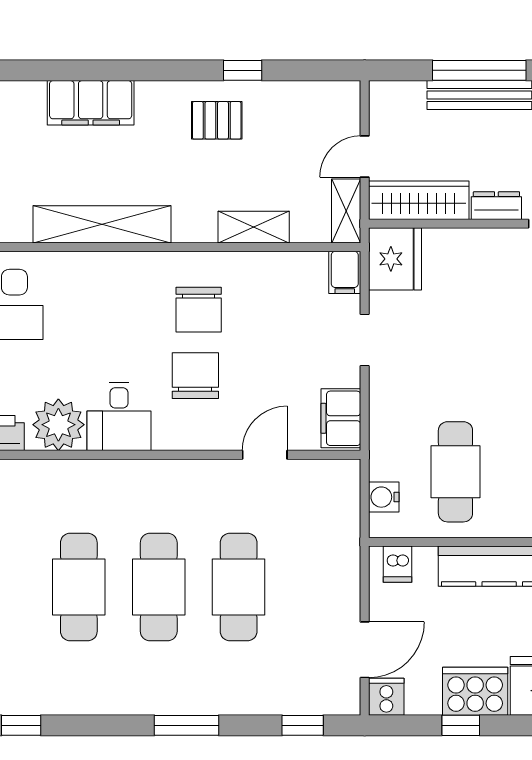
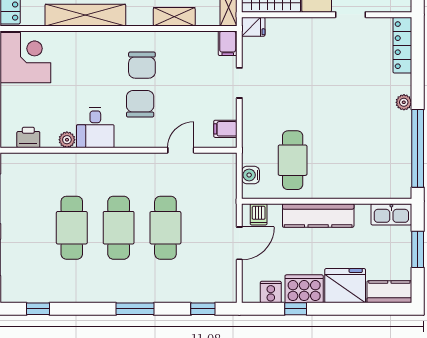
fridge: (395, 259) -> (253, 27), width x0.53, depth x0.75
filing cabinet: (341, 418) -> (225, 129), width x0.50
plant: (58, 425) -> (67, 140), width x0.53, depth x0.53
door: (365, 650) -> (239, 243), moved
cooker: (386, 697) -> (271, 292), moved

